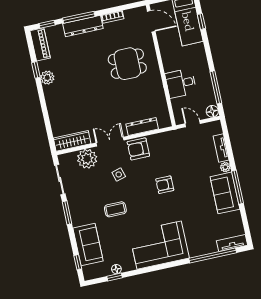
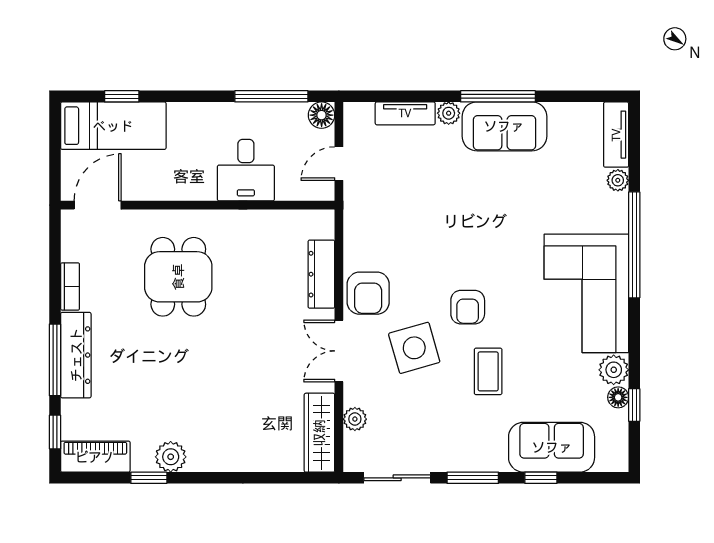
plant: (87, 159) -> (355, 419), width x0.53, depth x0.53
side table: (119, 174) -> (414, 348), width x1.87, depth x1.87
armchair: (165, 185) -> (468, 307), moved
plant: (212, 248) -> (618, 180), added
window: (213, 256) -> (634, 245), moved
window: (78, 262) -> (541, 478), moved
plant: (128, 264) -> (614, 370), added

